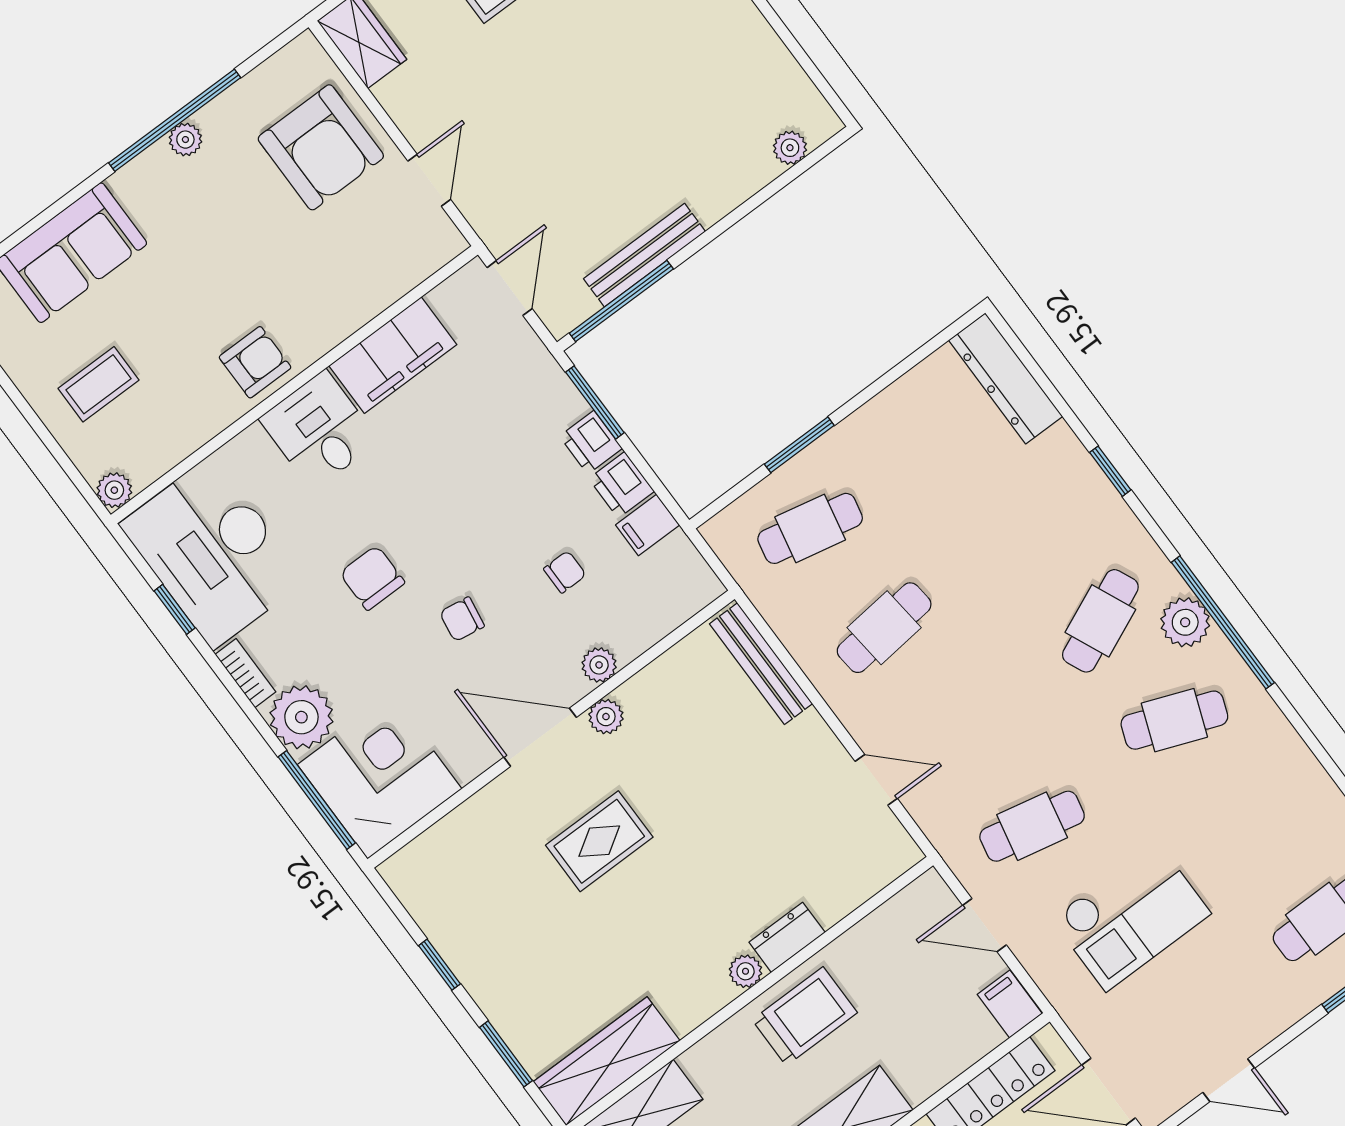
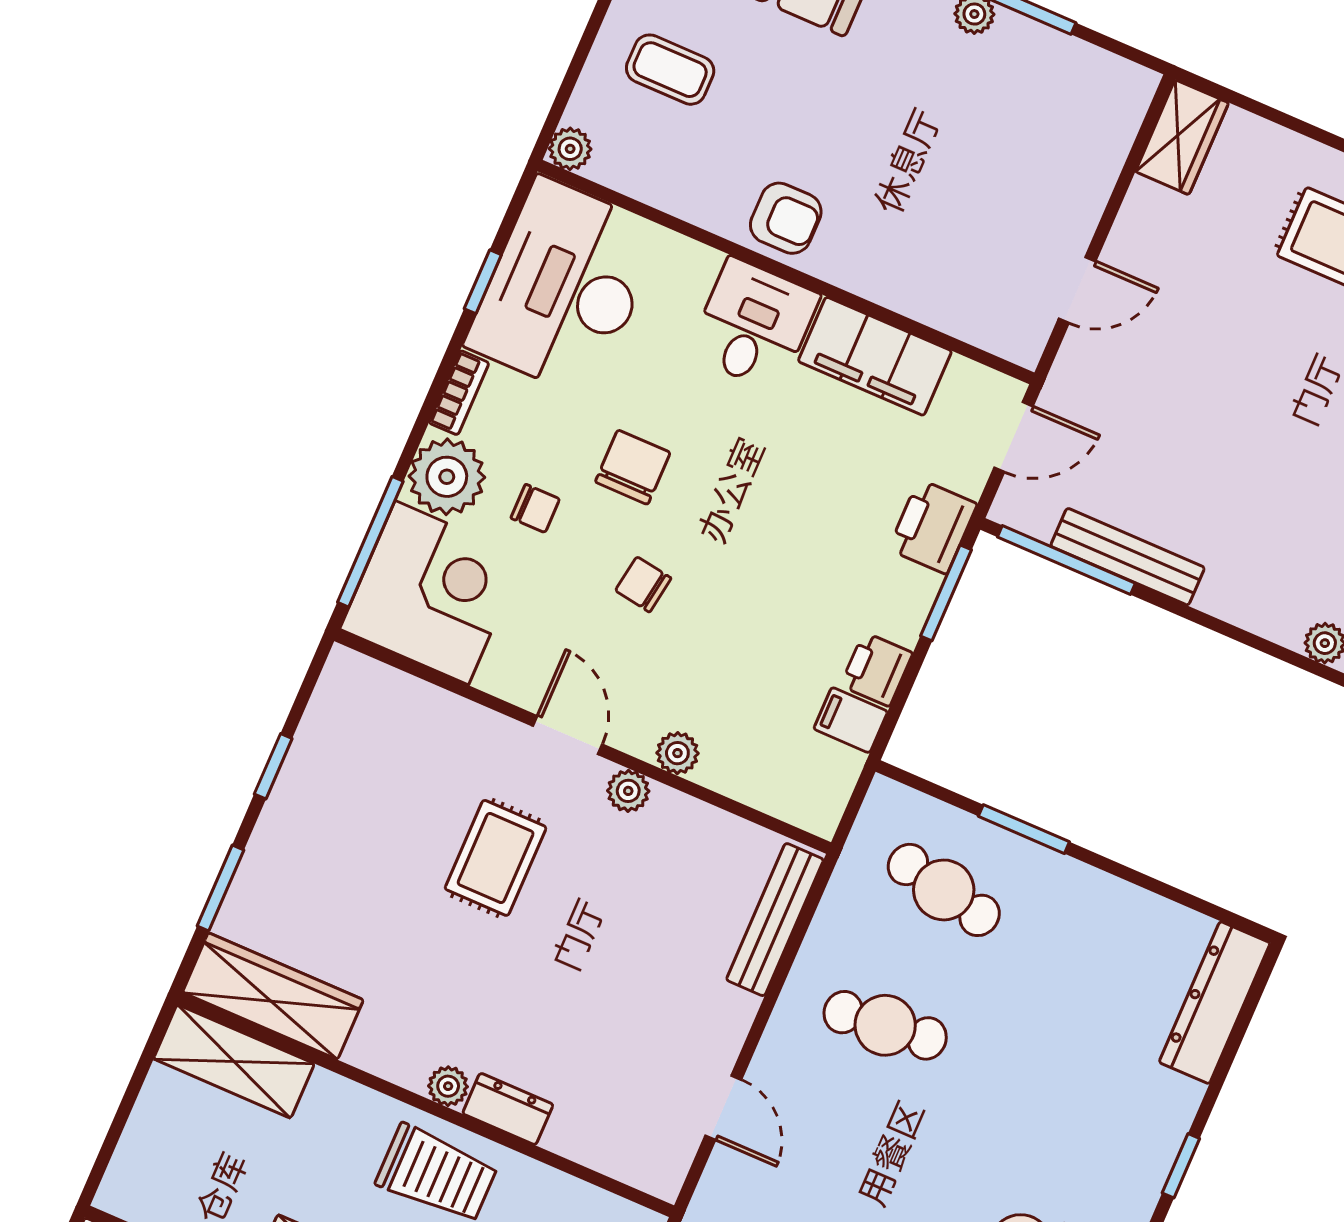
armchair: (321, 147) -> (1047, 159), removed
printer: (591, 442) -> (933, 527), moved, width x1.36, depth x1.24
chair: (565, 572) -> (535, 508), moved
door: (540, 737) -> (568, 735), width x0.73
rug: (599, 841) -> (496, 858), turned 90

